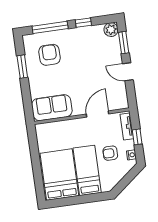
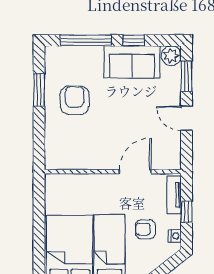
armchair: (50, 55) -> (75, 100), moved
sofa: (52, 108) -> (132, 62), moved, turned 180

